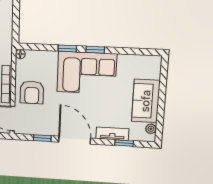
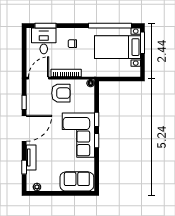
armchair: (32, 92) -> (61, 93), turned 180
sofa: (146, 101) -> (77, 181), moved

